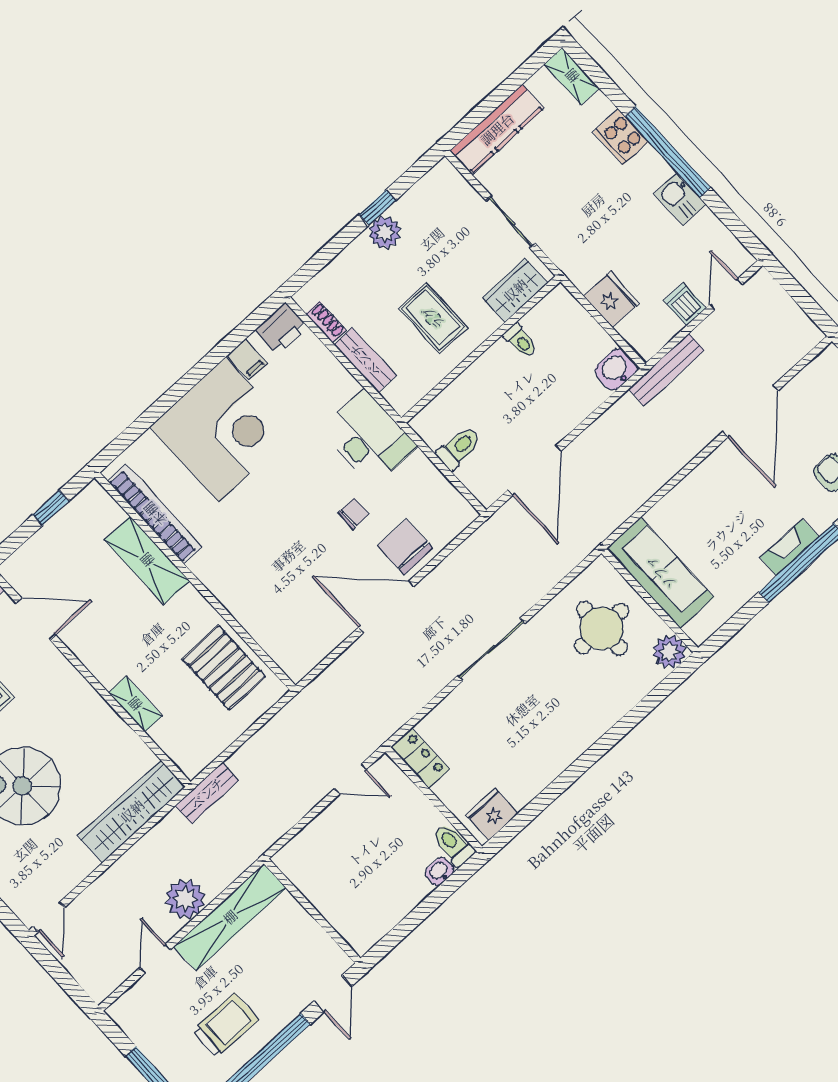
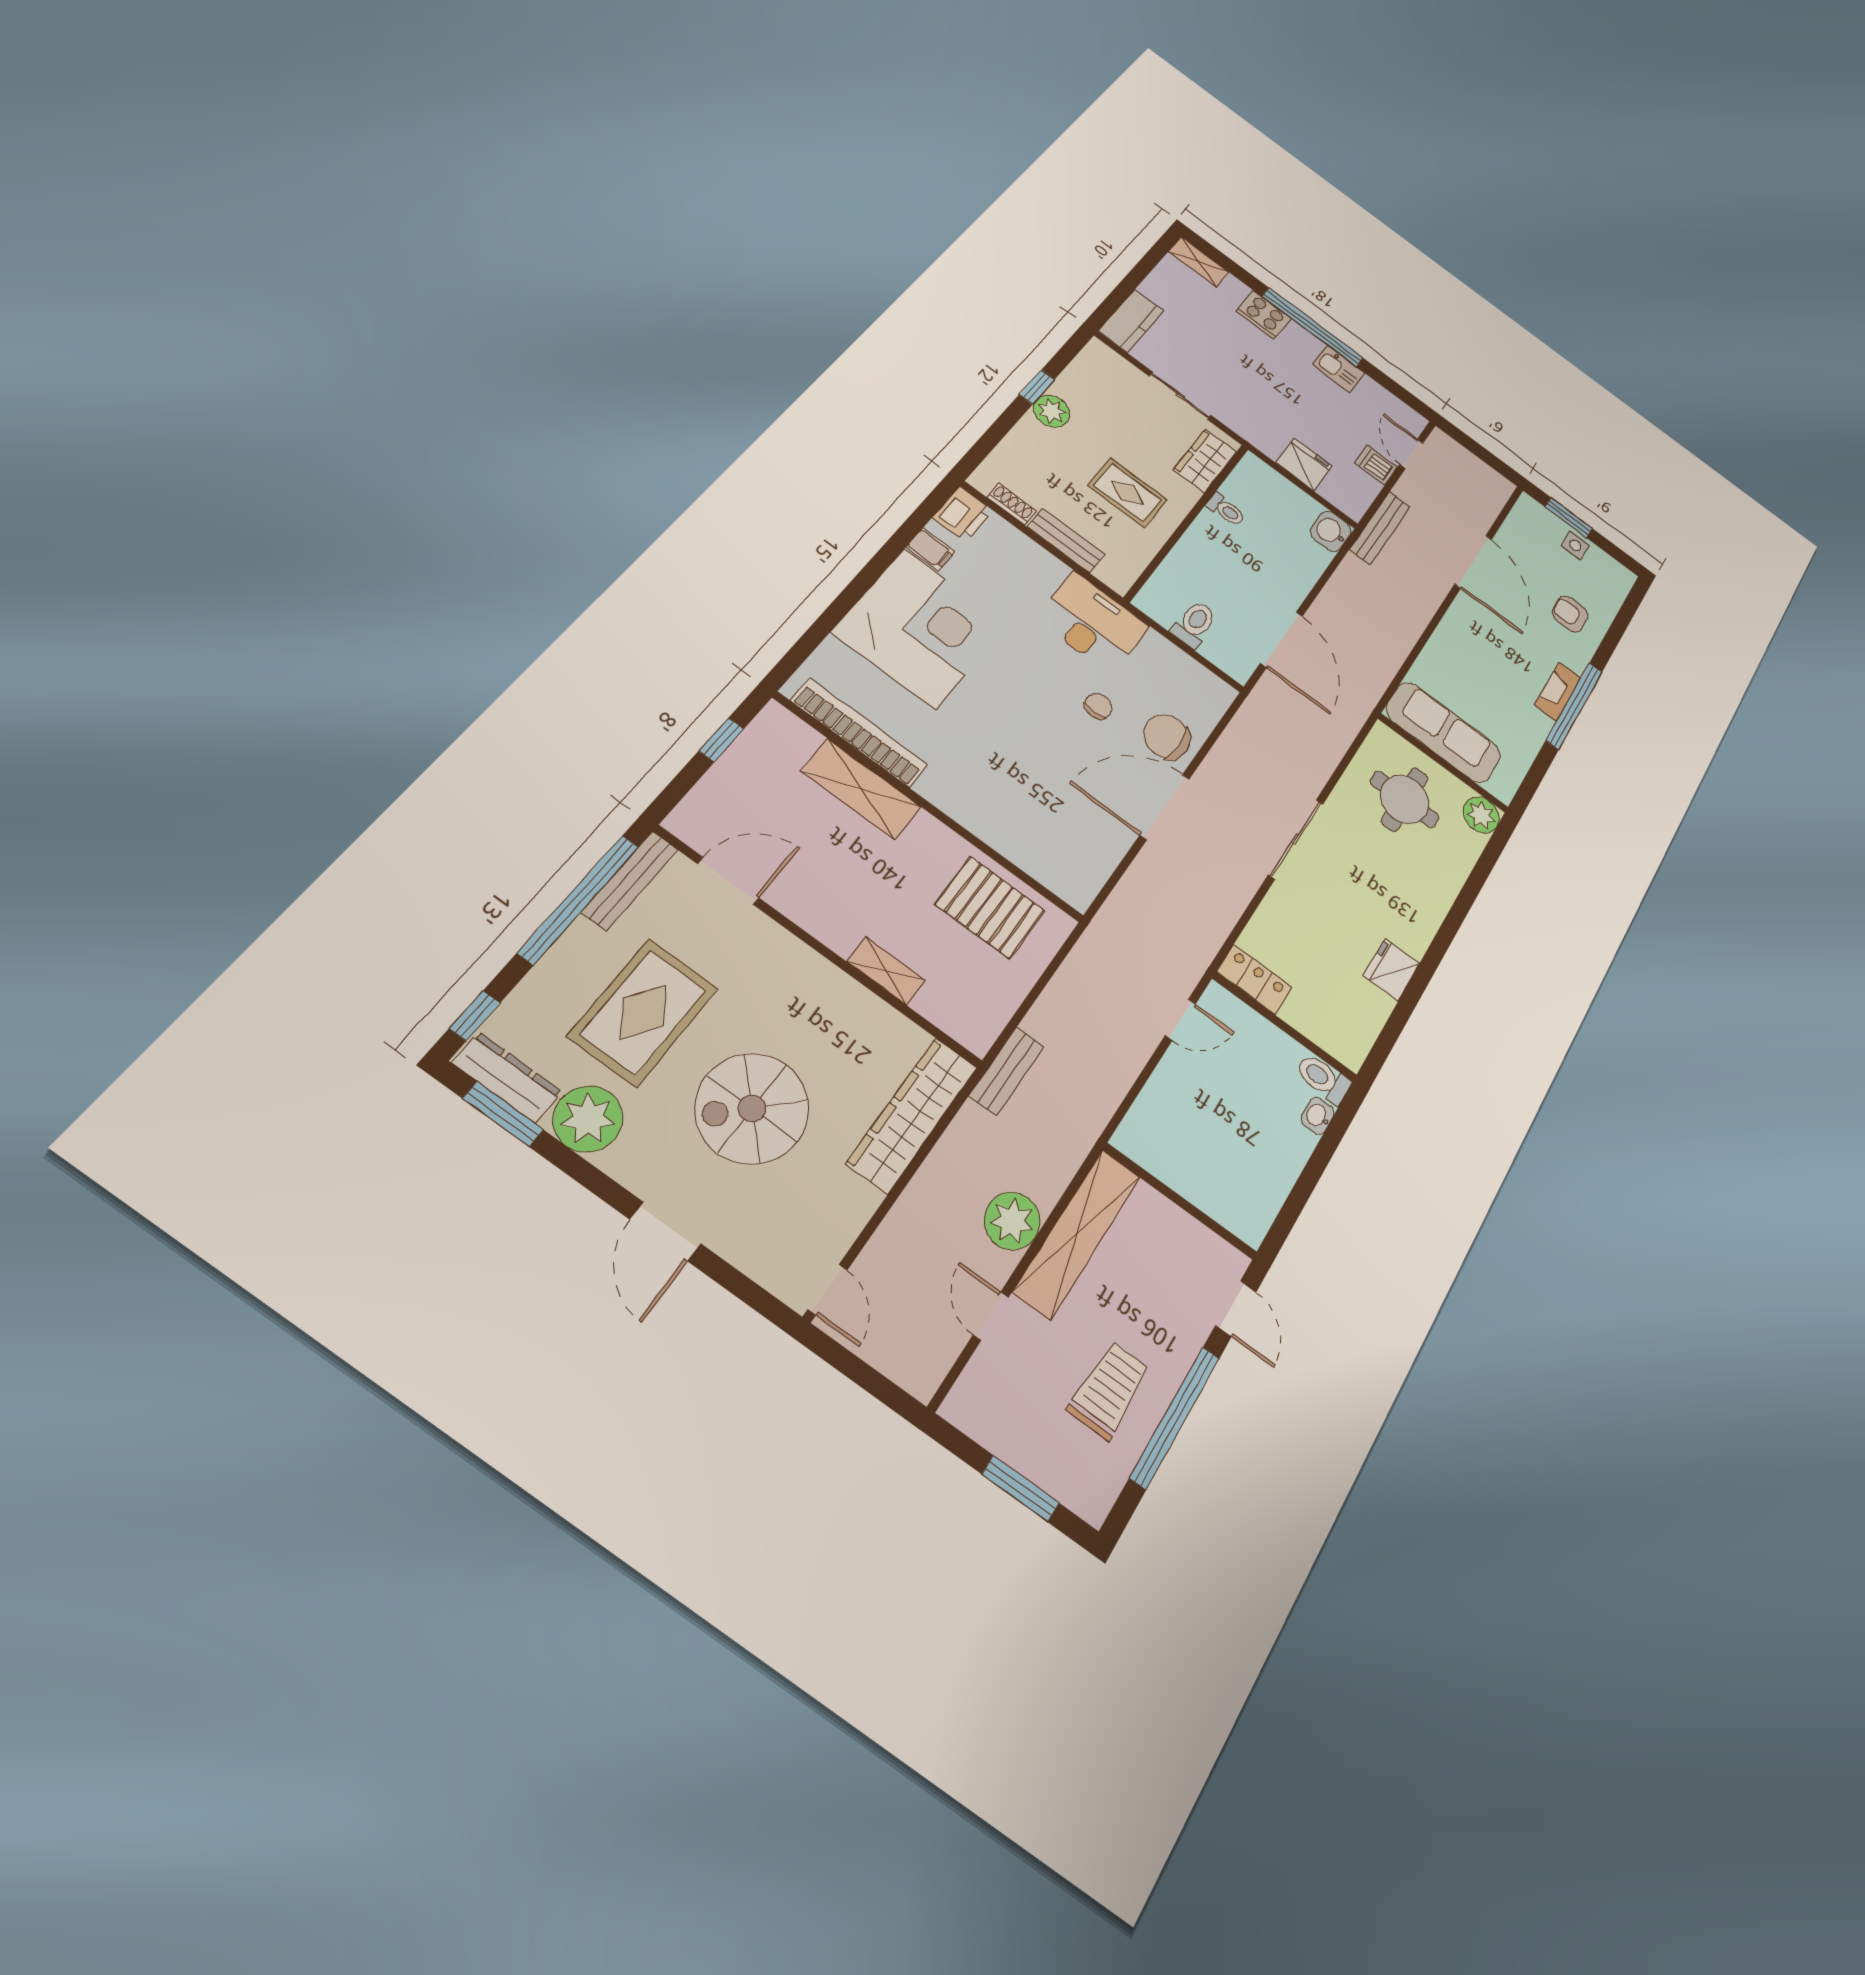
kitchen counter: (497, 129) -> (1131, 321), width x0.67
fridge: (492, 814) -> (1392, 970), moved

